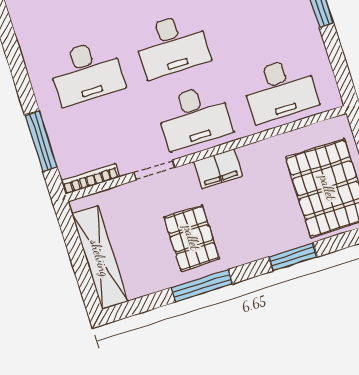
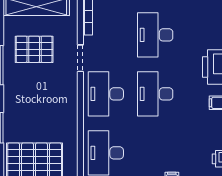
filing cabinet: (218, 169) -> (69, 98), removed
pallet: (192, 238) -> (34, 49), moved

